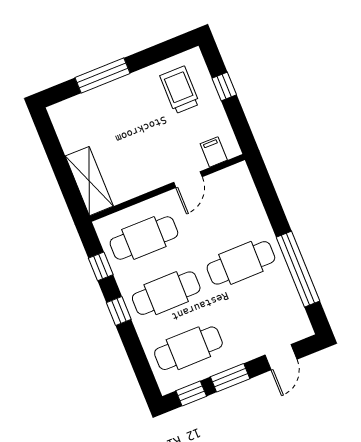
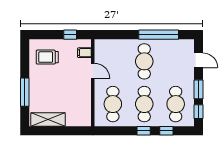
window: (224, 87) -> (70, 35), moved
shelving: (89, 181) -> (48, 120), moved
window: (101, 266) -> (166, 131), moved

